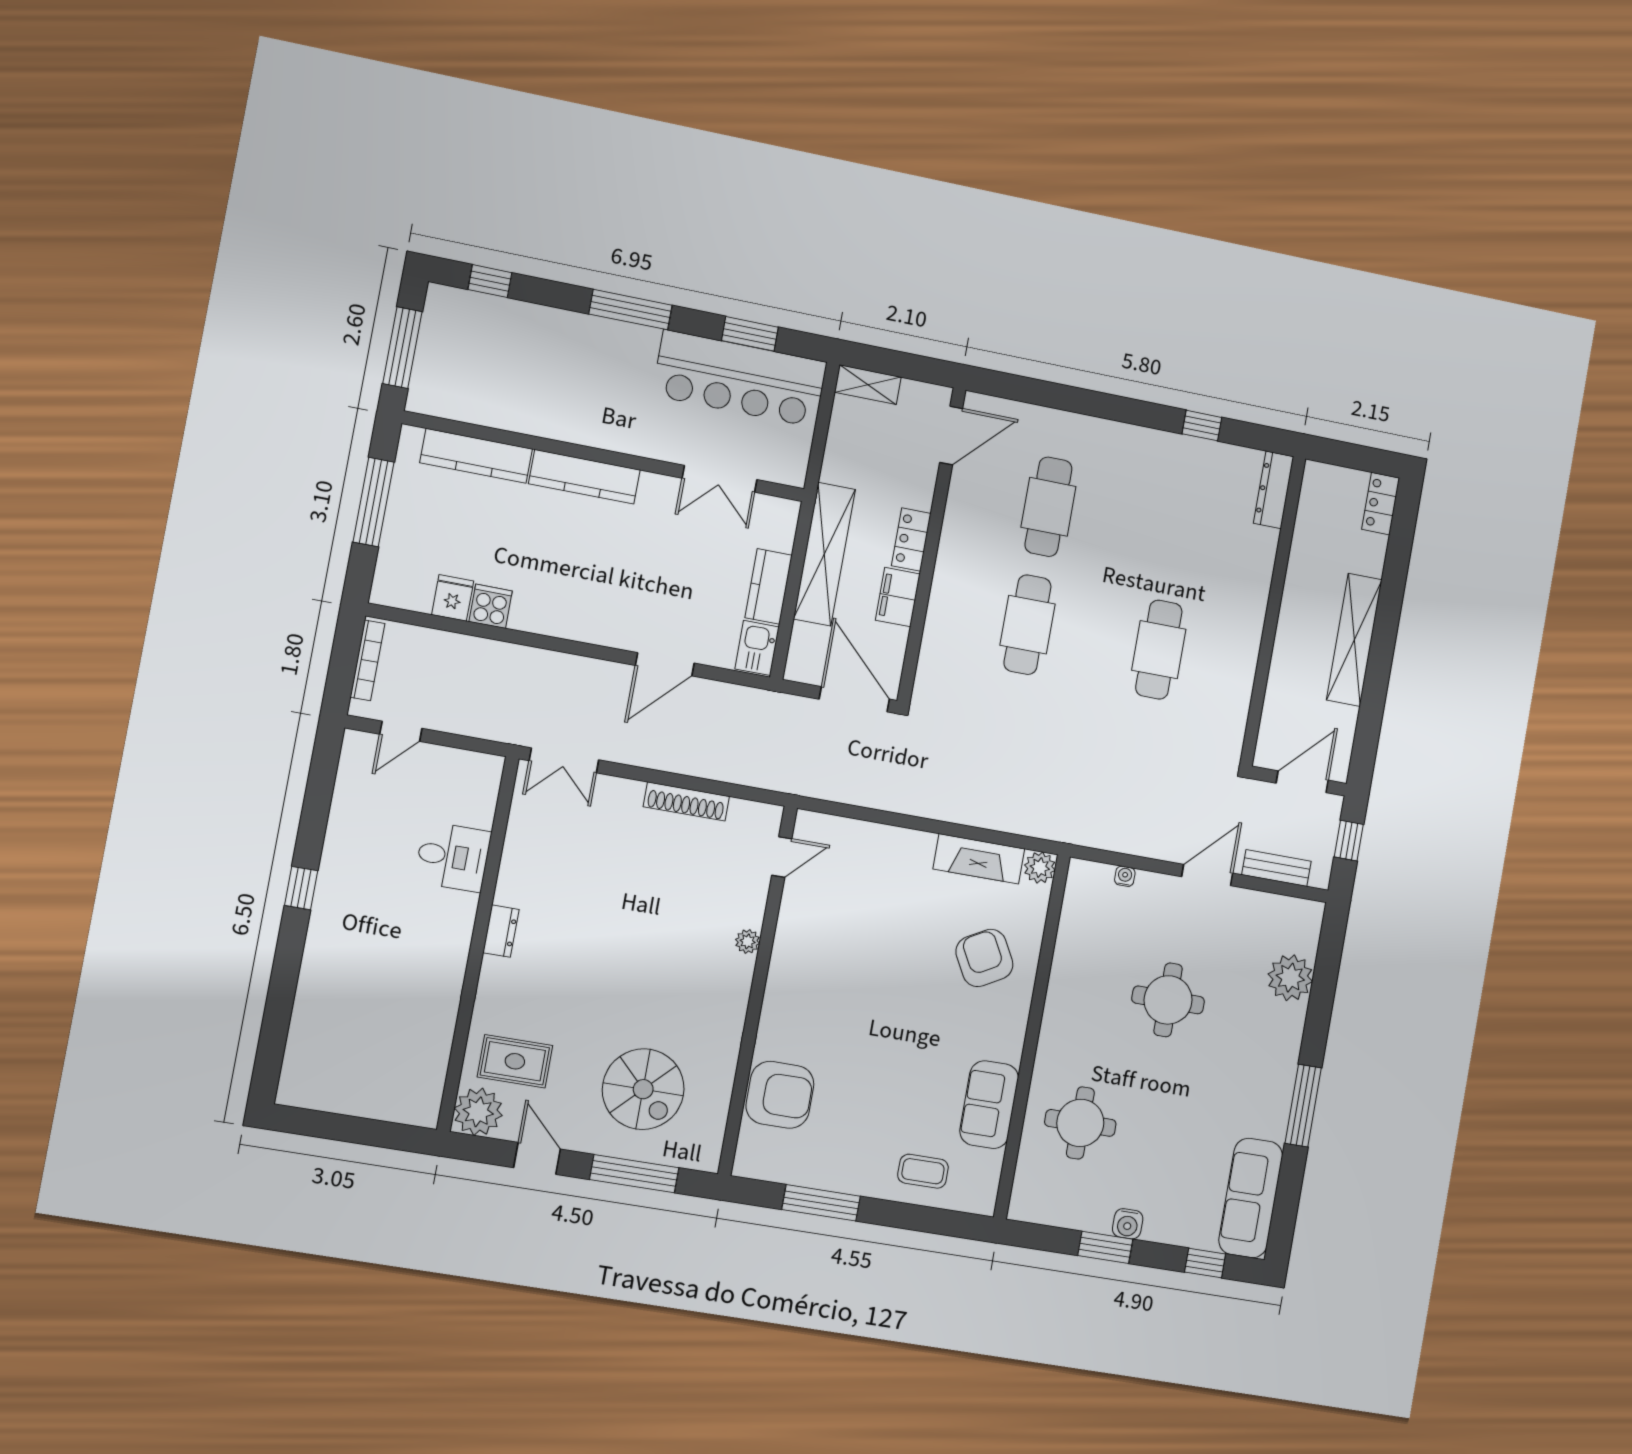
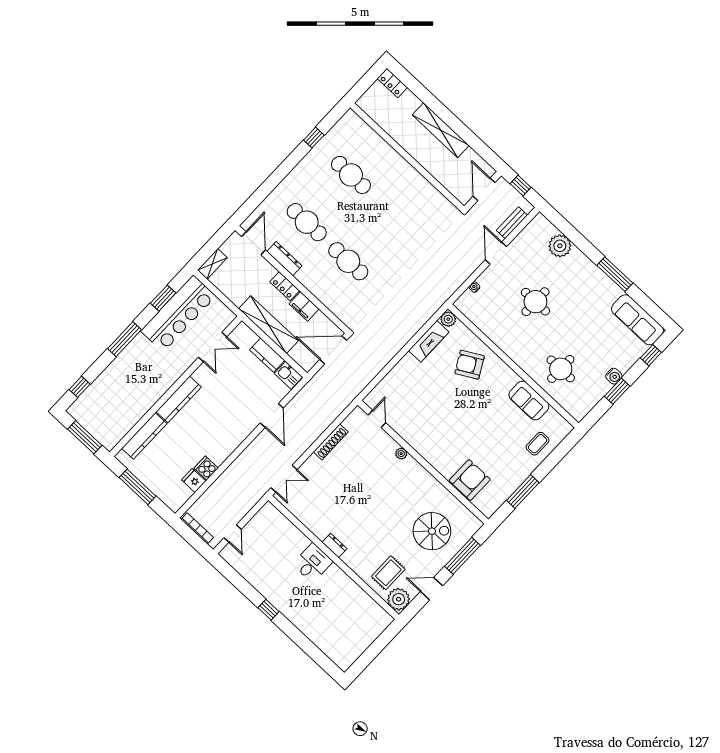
dresser: (1274, 490) -> (284, 259), moved, turned 180
cafe table: (1159, 650) -> (351, 175), moved
desk: (453, 857) -> (313, 563), moved

